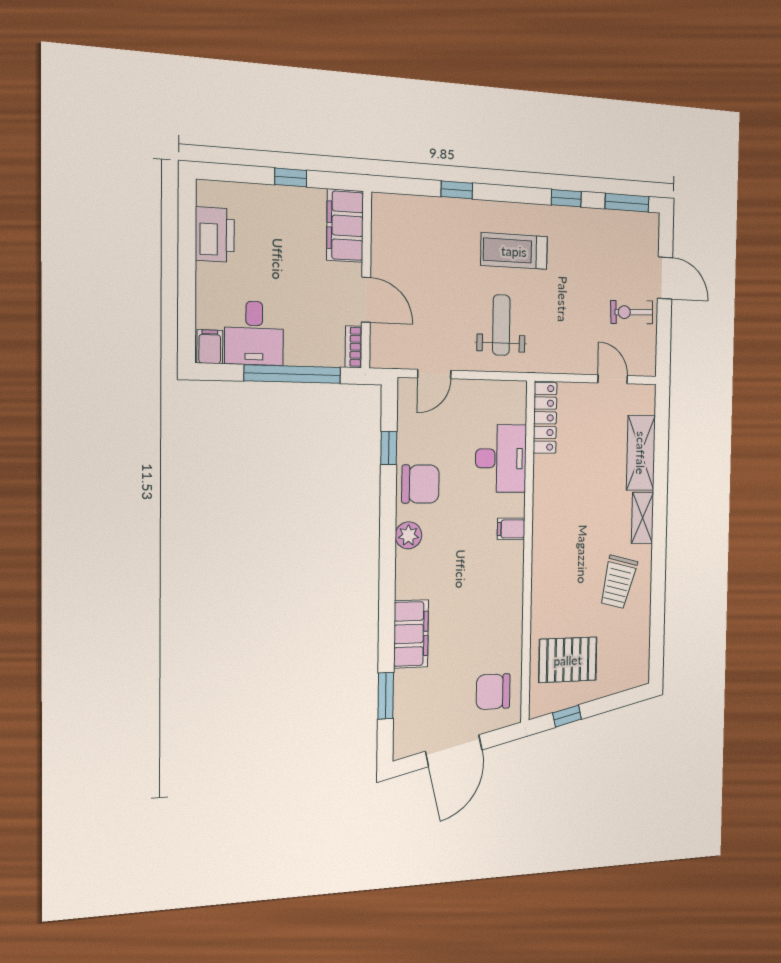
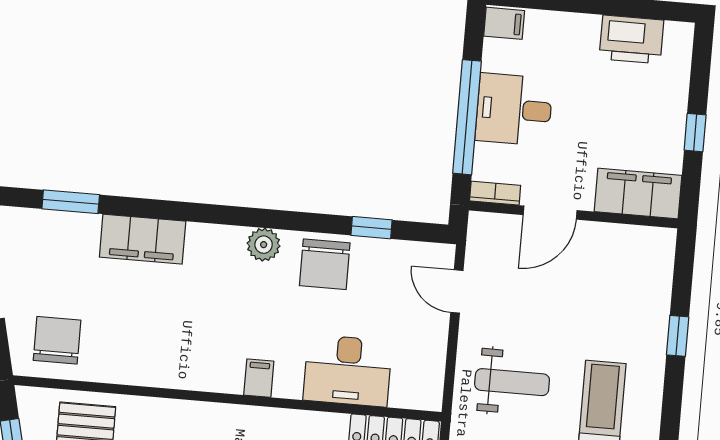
desk: (254, 333) -> (514, 109), moved

